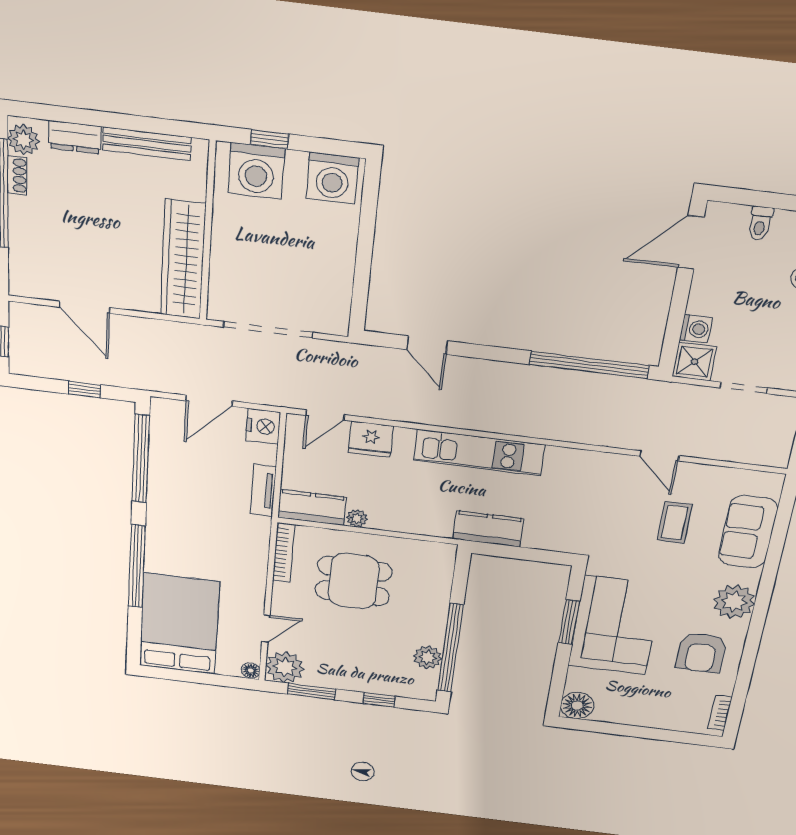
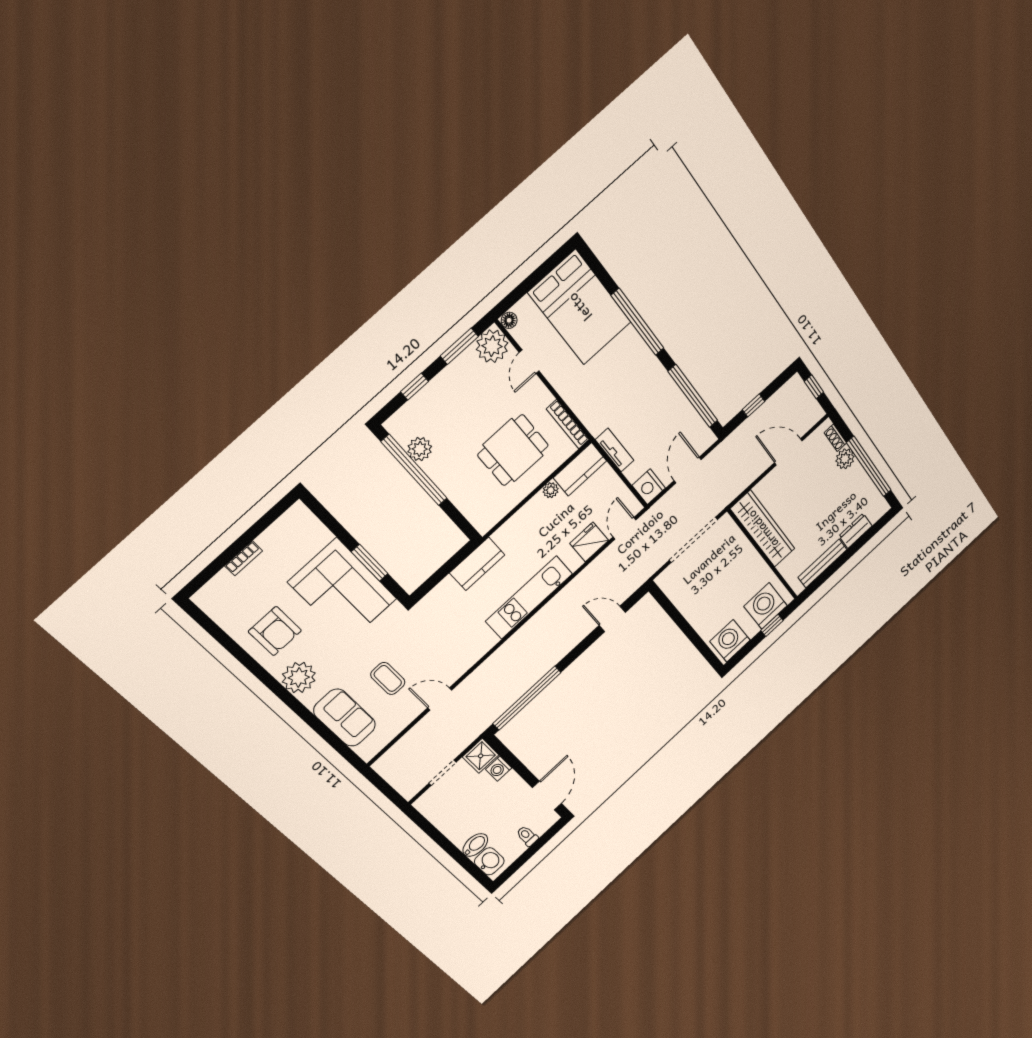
plant: (23, 140) -> (845, 459), moved
shoe rack: (17, 175) -> (835, 438), moved
armchair: (701, 653) -> (275, 631), turned 180
floor lamp: (577, 706) -> (298, 518), removed
bookcase: (720, 713) -> (244, 558), moved, turned 90

